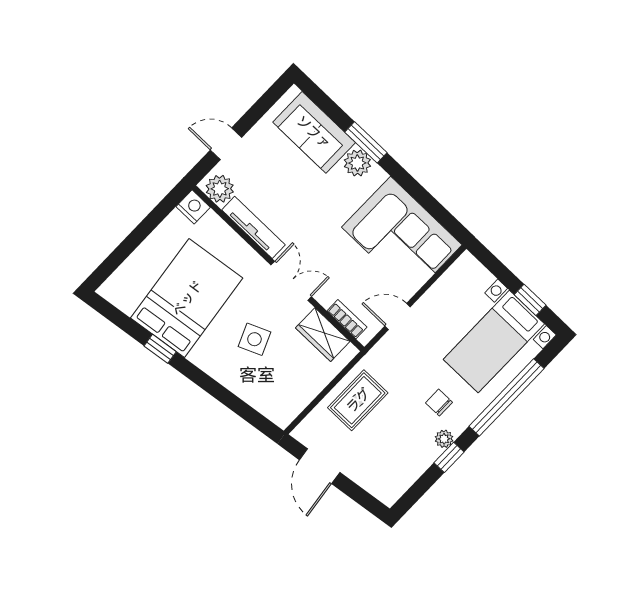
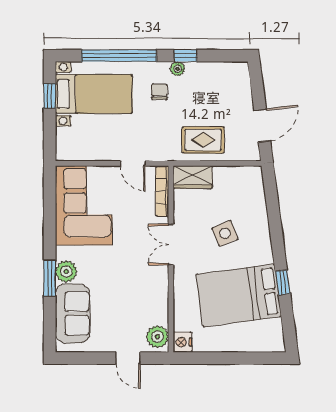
tv unit: (253, 227) -> (161, 296), removed
bookcase: (347, 319) -> (162, 191), width x1.56
wardrobe: (323, 335) -> (193, 177), moved, turned 90
chair: (439, 403) -> (159, 92), turned 180

